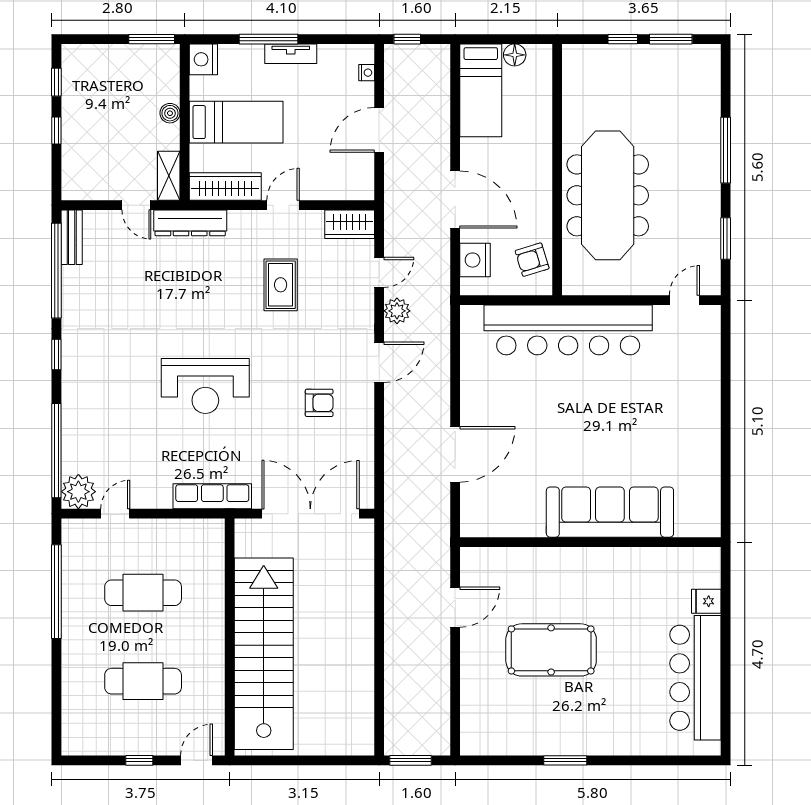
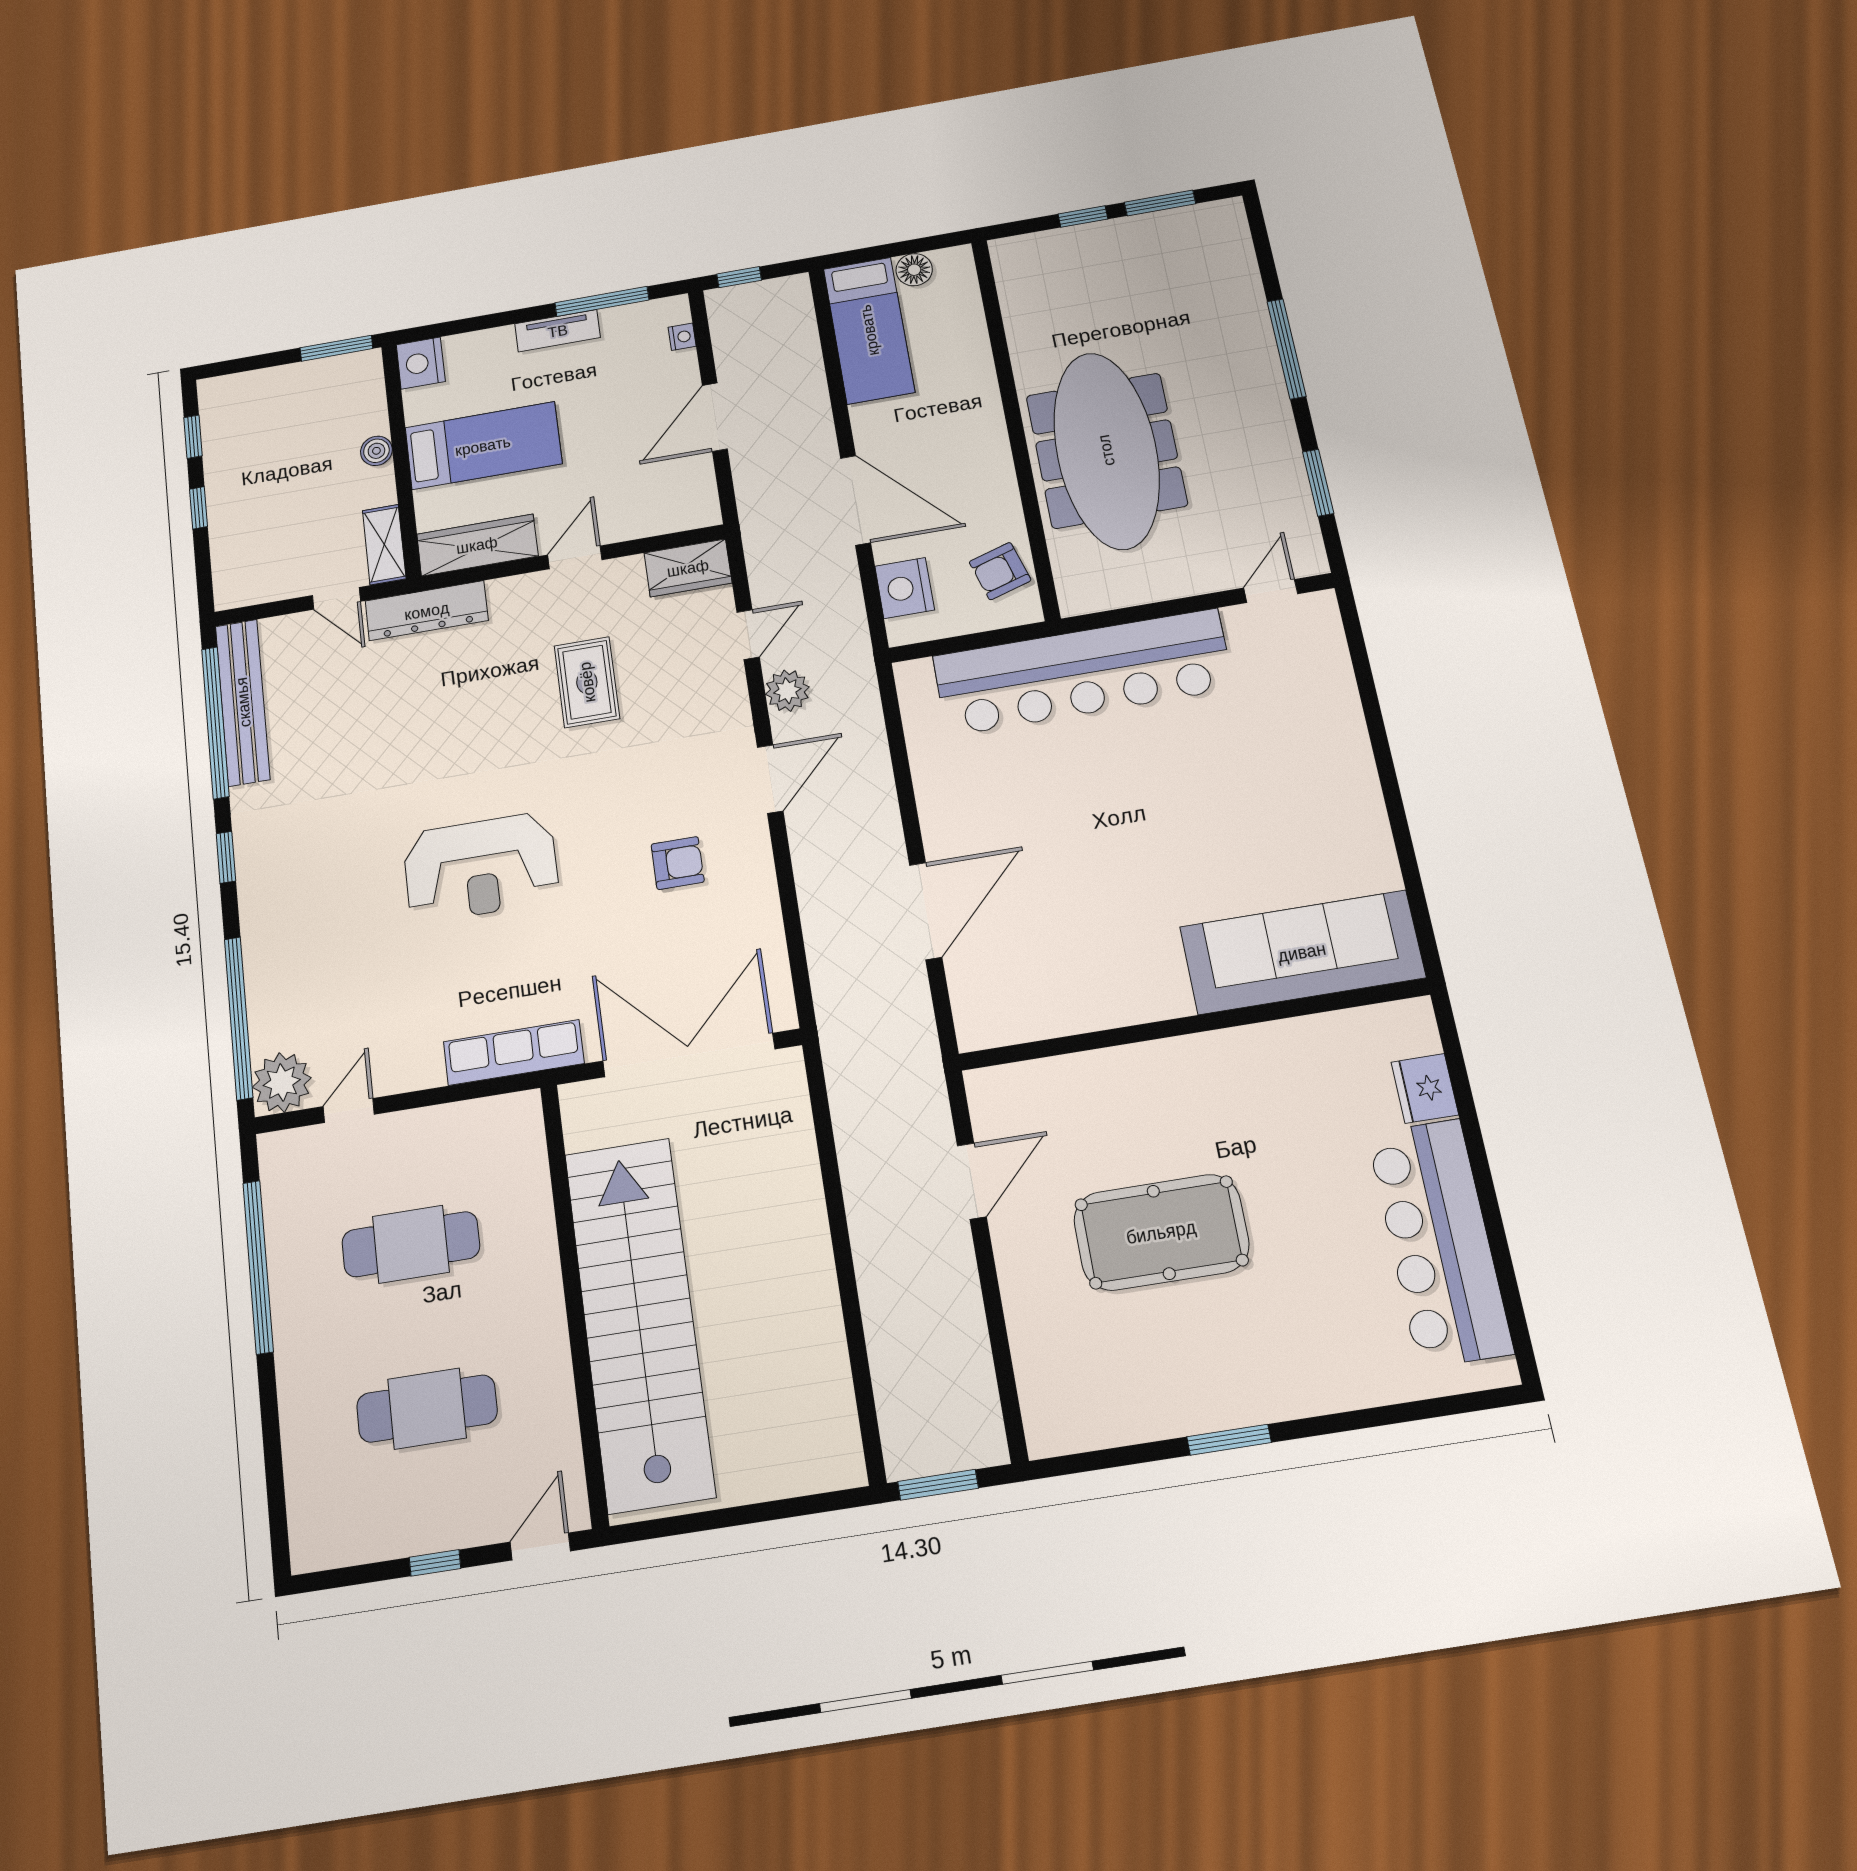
window: (269, 39) -> (602, 301), moved
bench: (72, 237) -> (243, 702), width x1.86, depth x1.21
sofa: (610, 512) -> (1302, 952), moved
fridge: (706, 601) -> (1425, 1088), width x1.38

